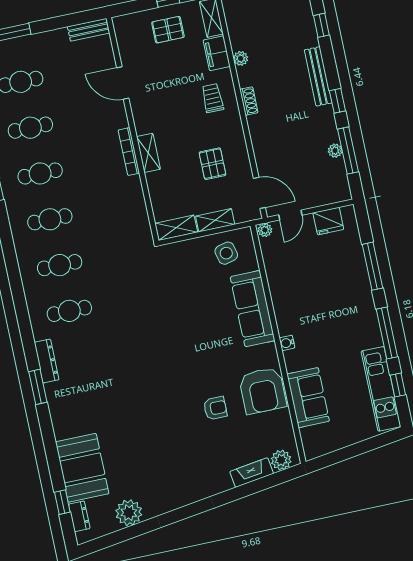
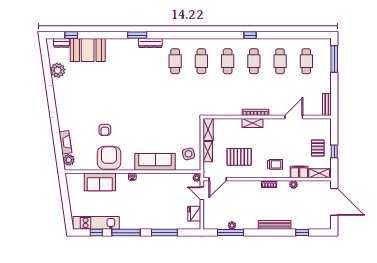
window: (337, 101) -> (259, 233), removed
pallet: (212, 164) -> (239, 157), width x1.50, depth x1.42
armchair: (263, 391) -> (109, 158), turned 90

